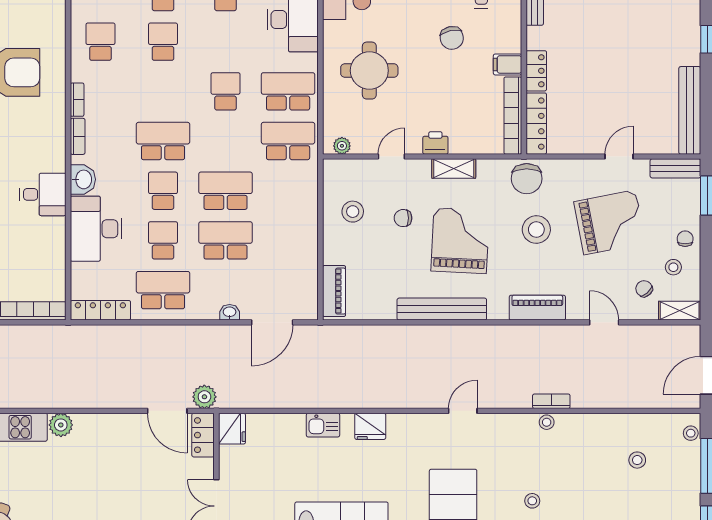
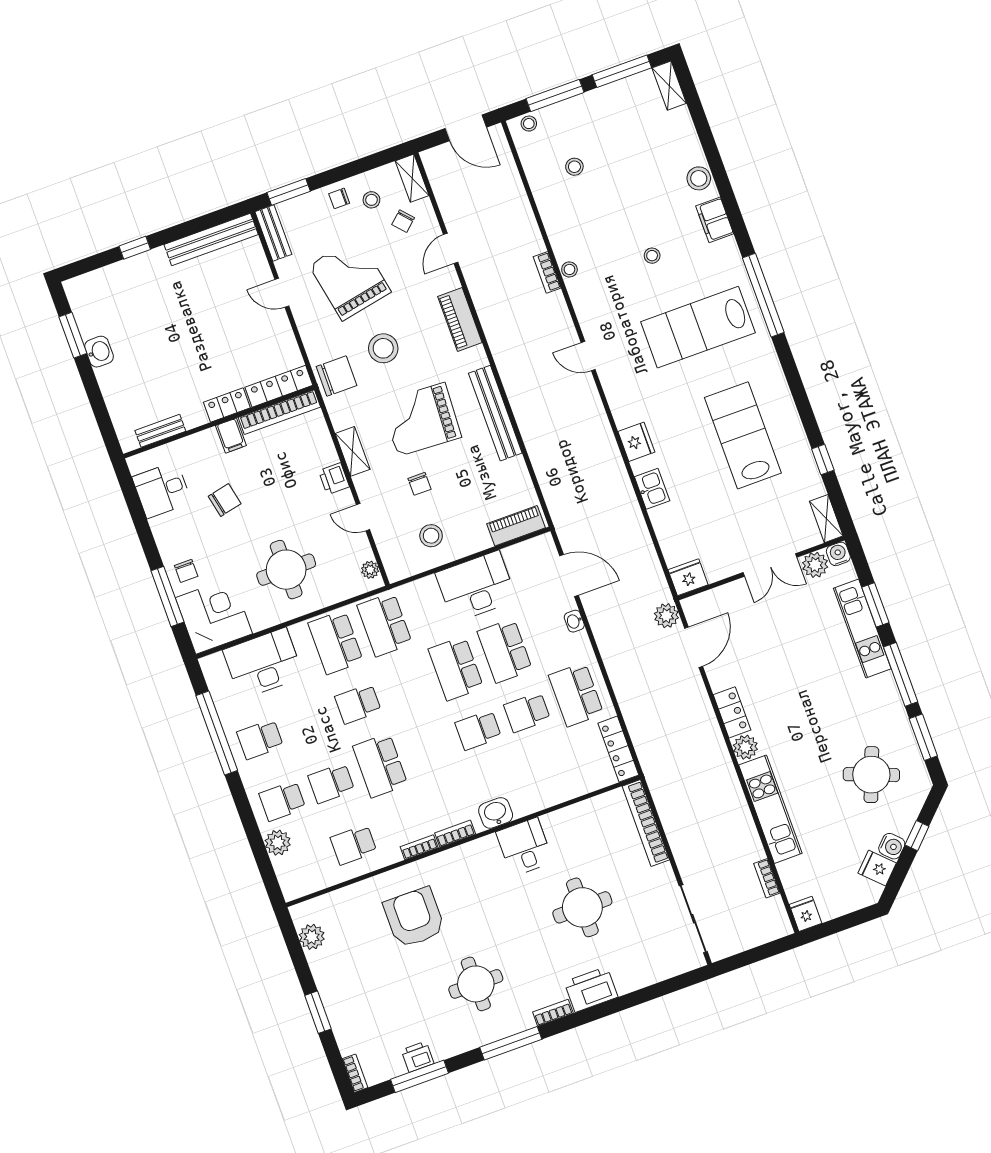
school desk: (163, 141) -> (380, 765), moved
desk: (96, 229) -> (476, 587), moved, turned 180
locker: (203, 435) -> (732, 712), moved, turned -90

